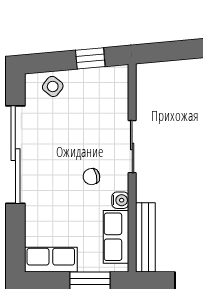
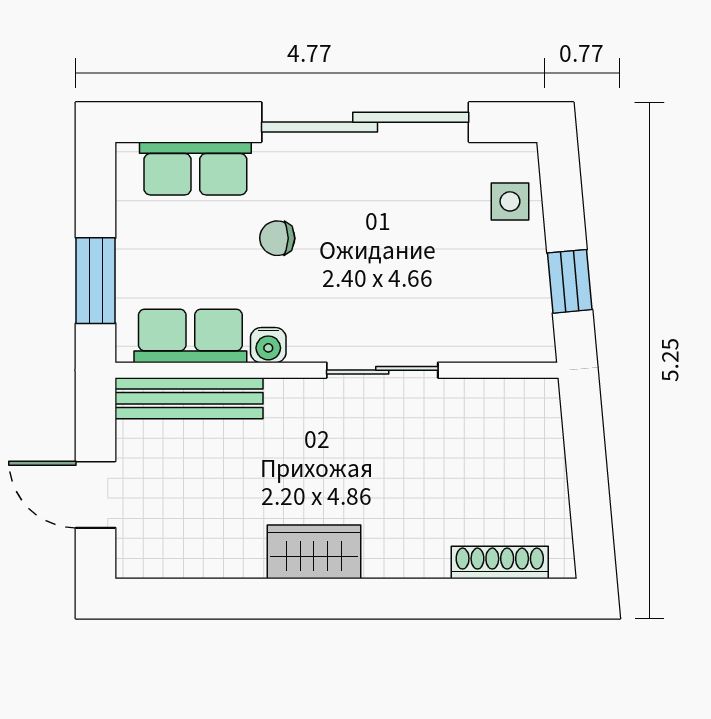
side table: (53, 86) -> (510, 201), turned -38
chair: (91, 177) -> (277, 238), moved, turned -77
row of seats: (51, 260) -> (195, 168), moved, turned 90

